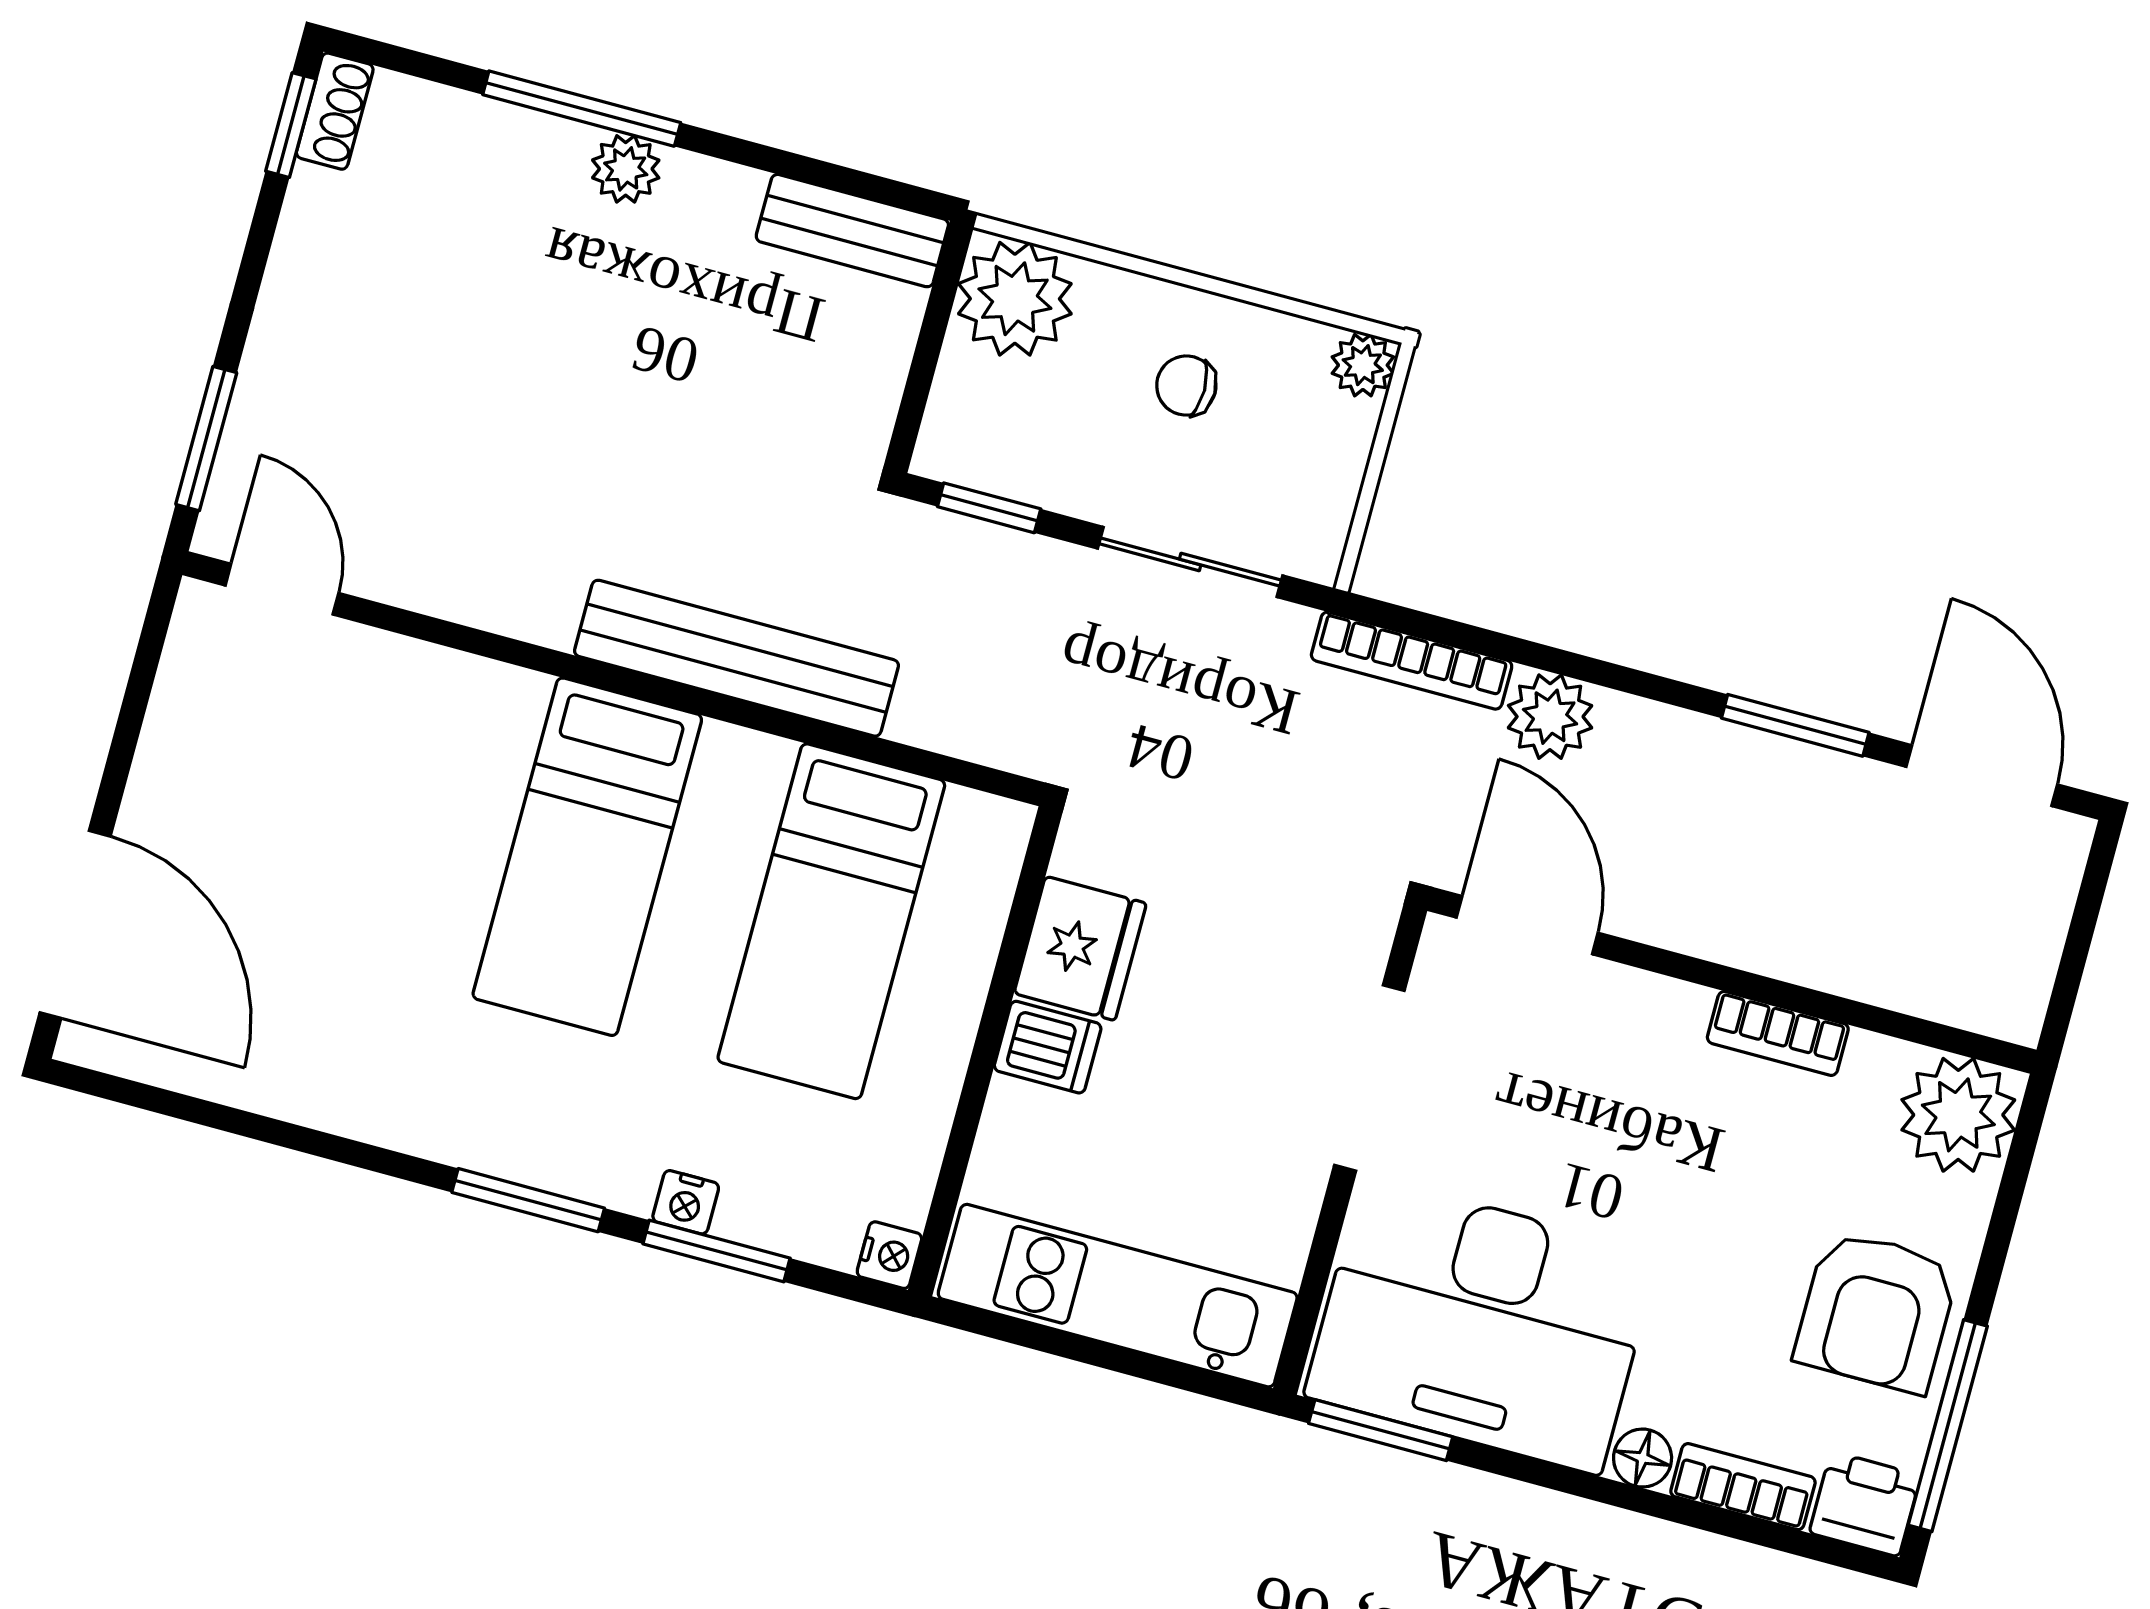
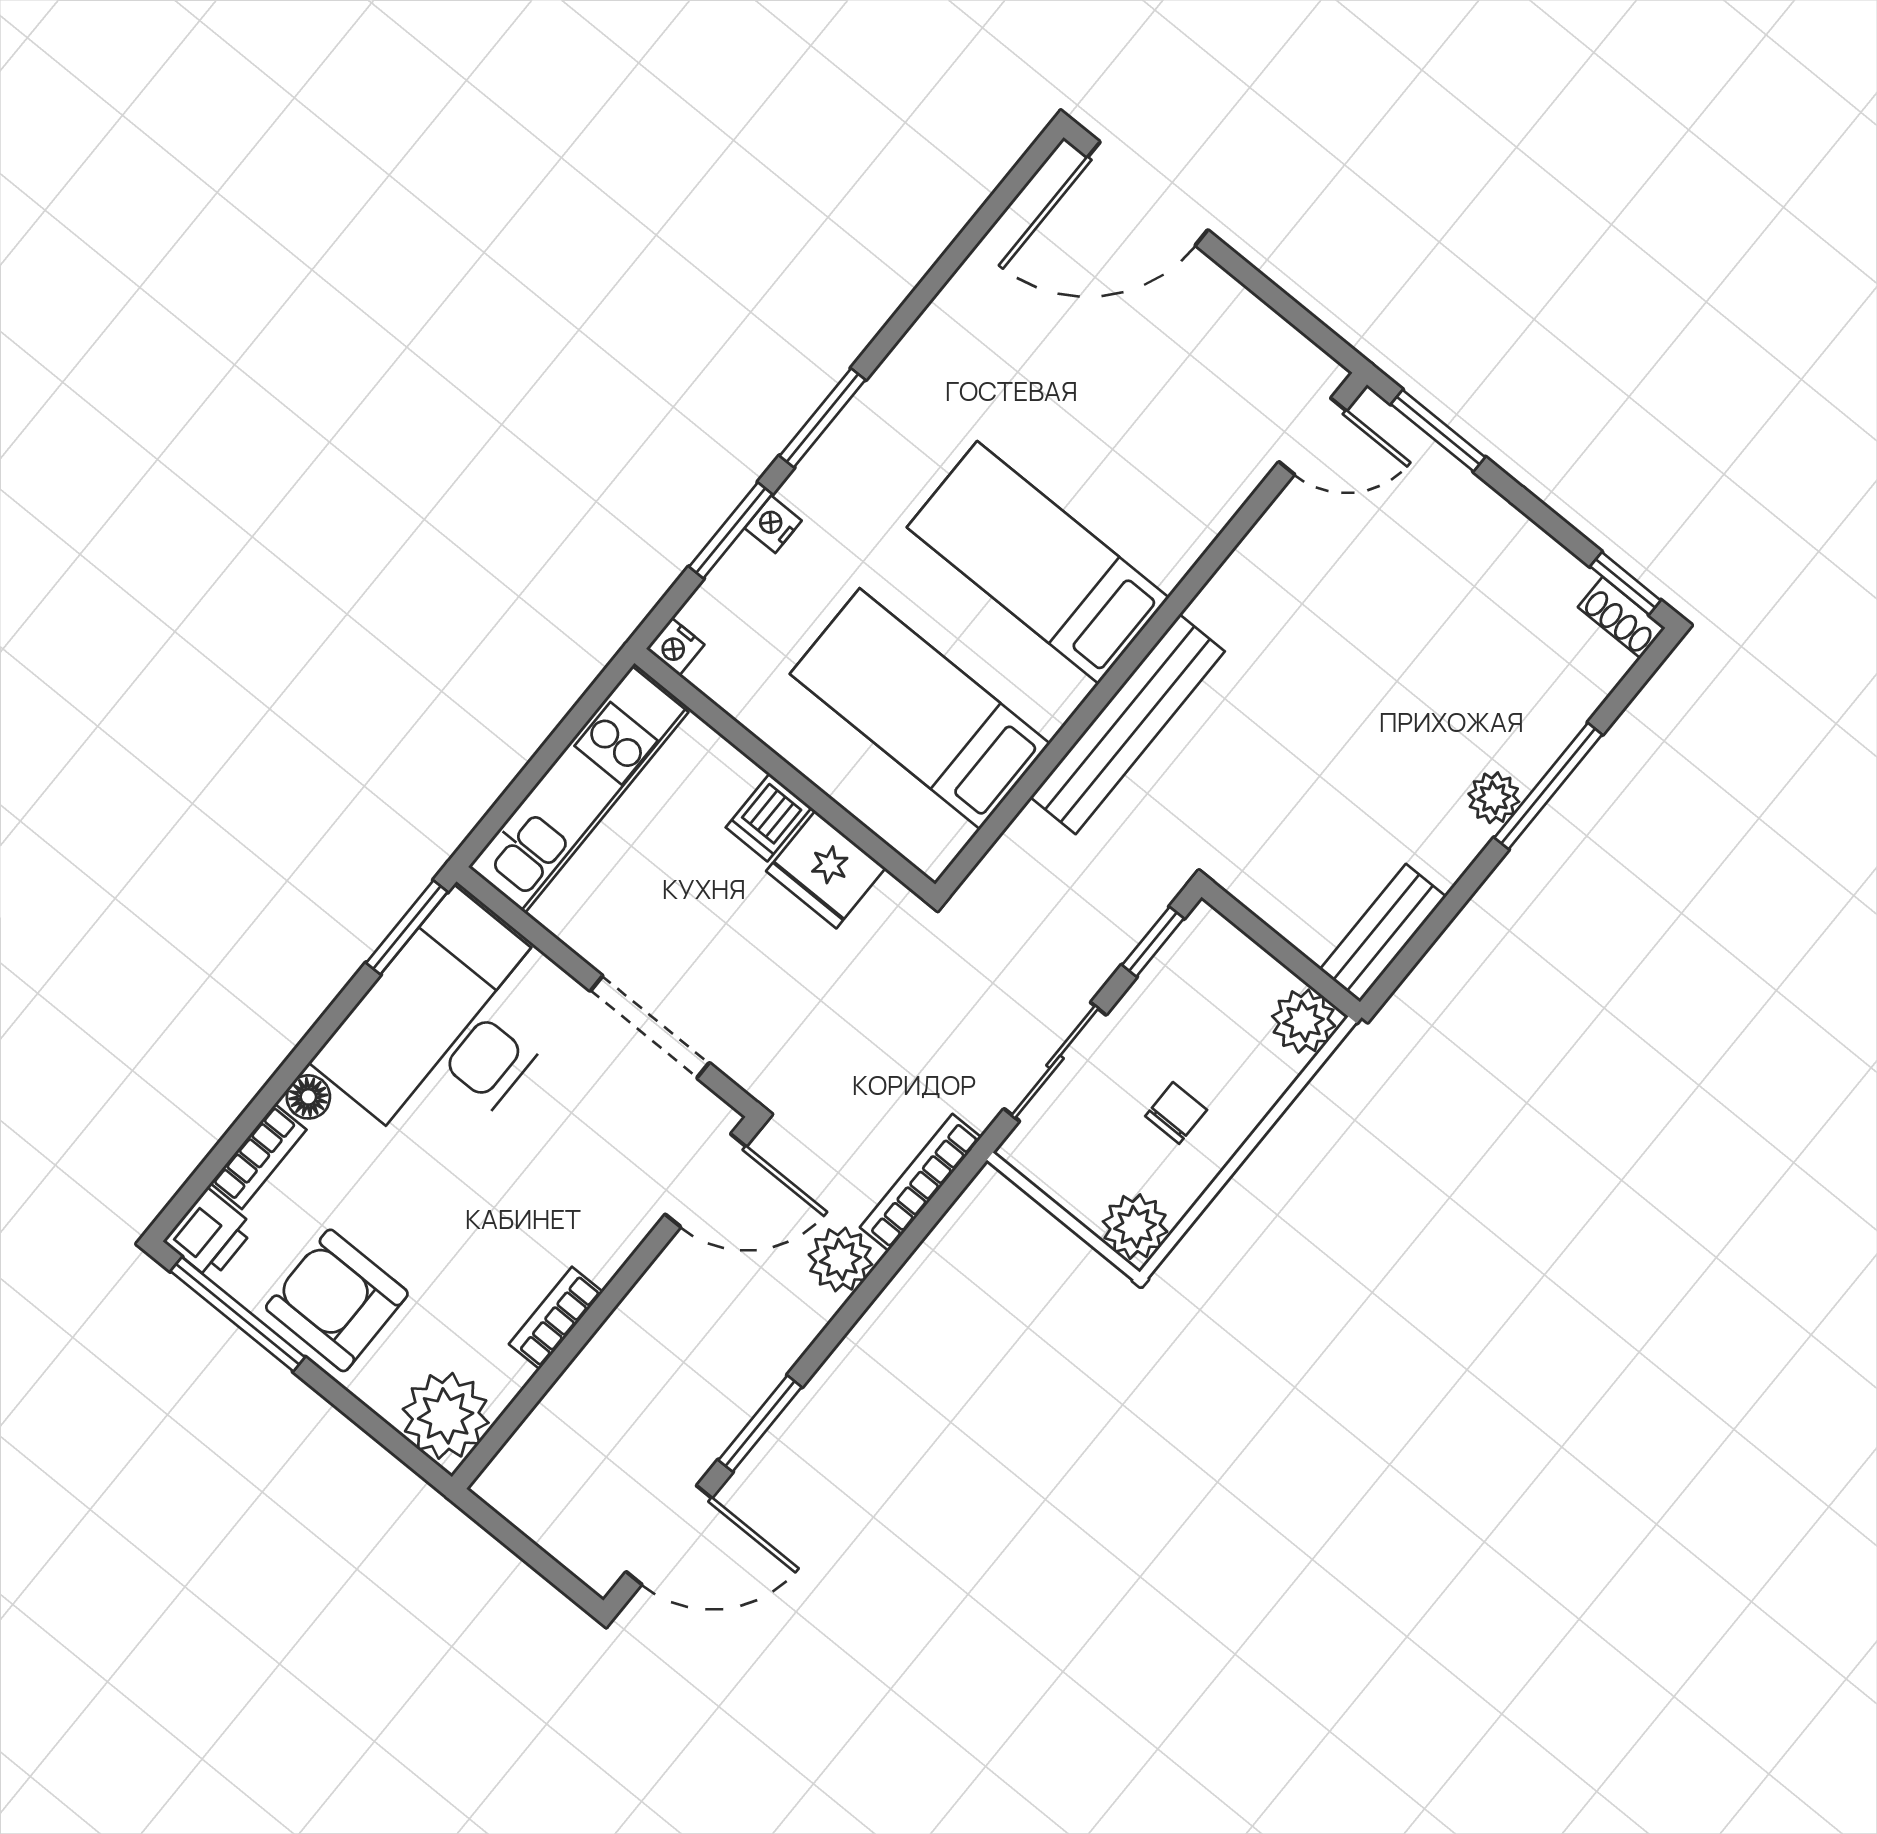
plant: (1015, 299) -> (1304, 1021), width x0.73, depth x0.73
plant: (1363, 365) -> (1135, 1227), width x1.38, depth x1.38

